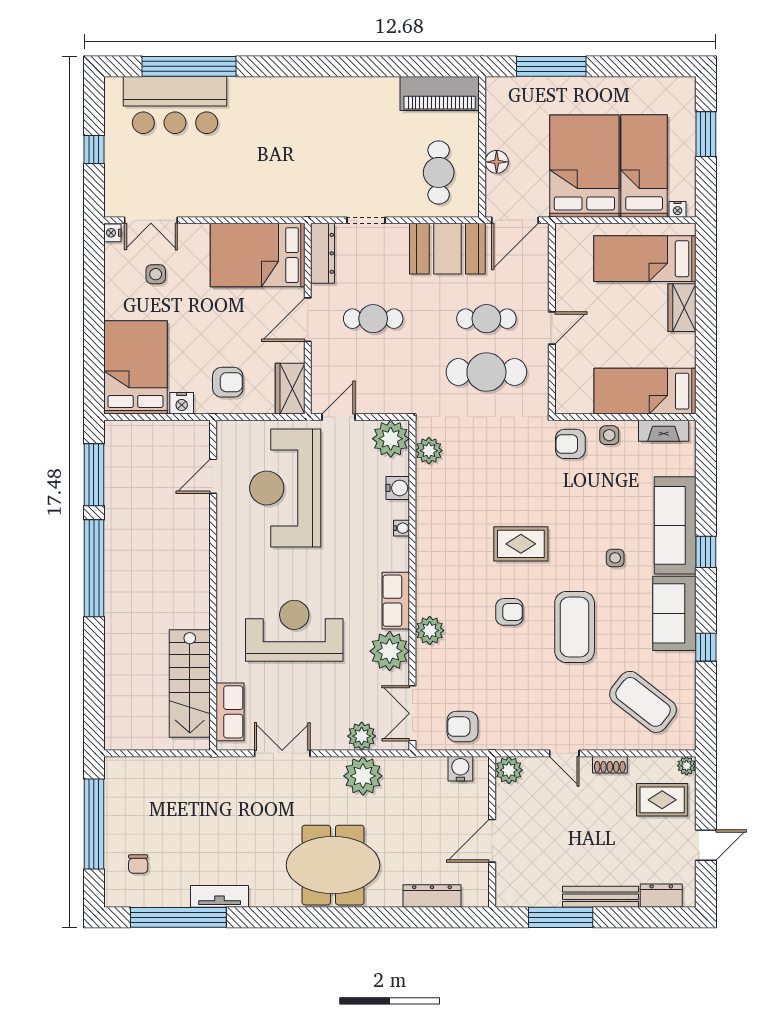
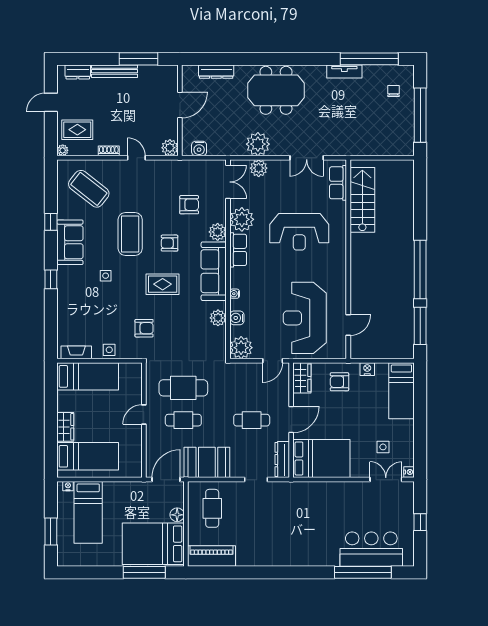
bed: (584, 166) -> (153, 544), moved, turned 90
bed: (136, 367) -> (401, 391), width x0.67
armchair: (570, 444) -> (144, 328), moved
plant: (429, 451) -> (218, 318), moved
reception desk: (285, 488) -> (305, 318), turned 180
sofa: (675, 525) -> (214, 271), moved, turned 180
armchair: (462, 727) -> (189, 205), moved

